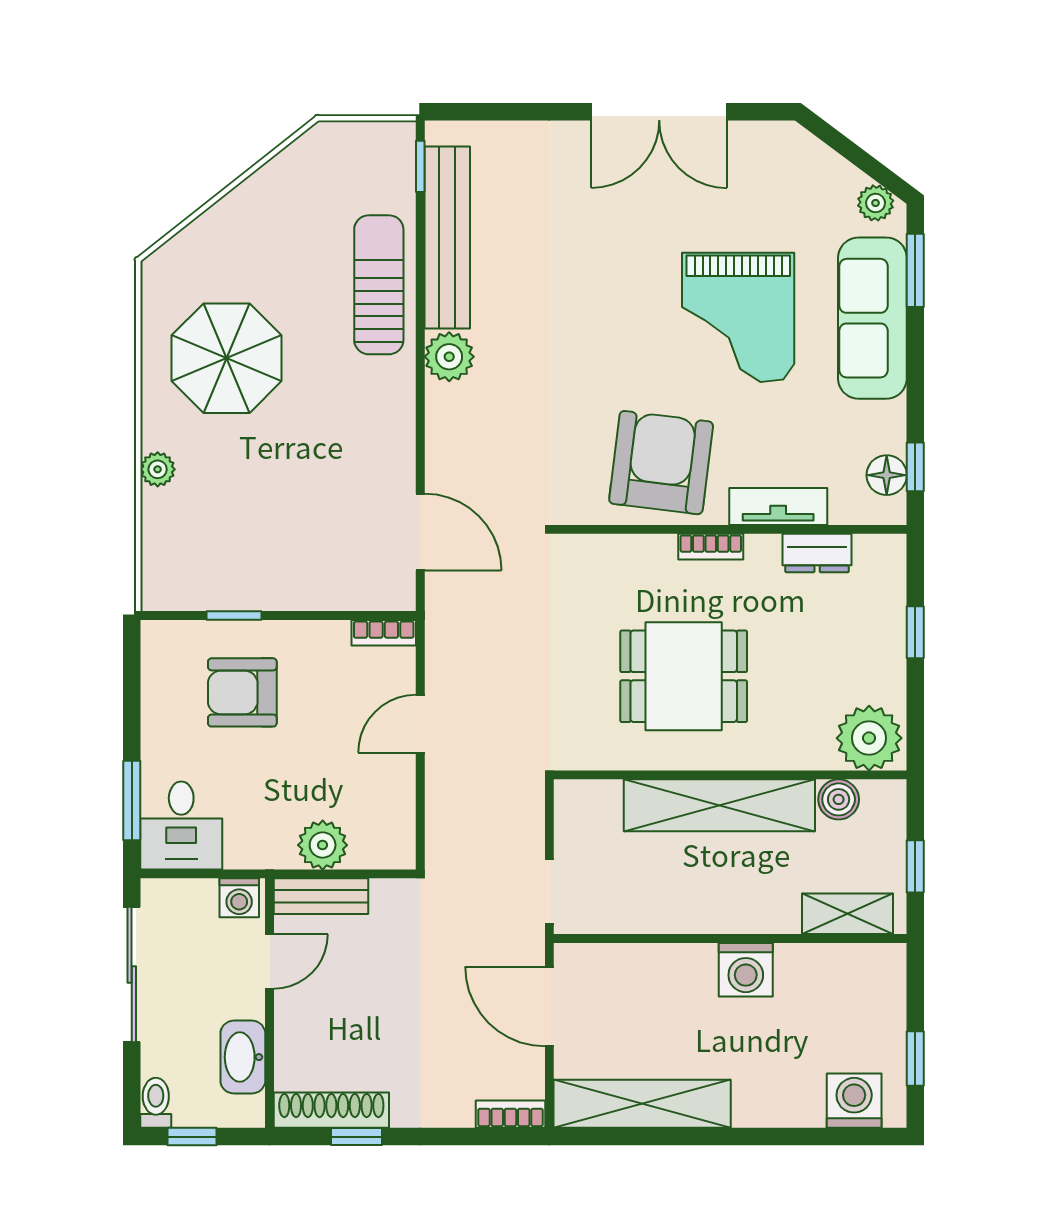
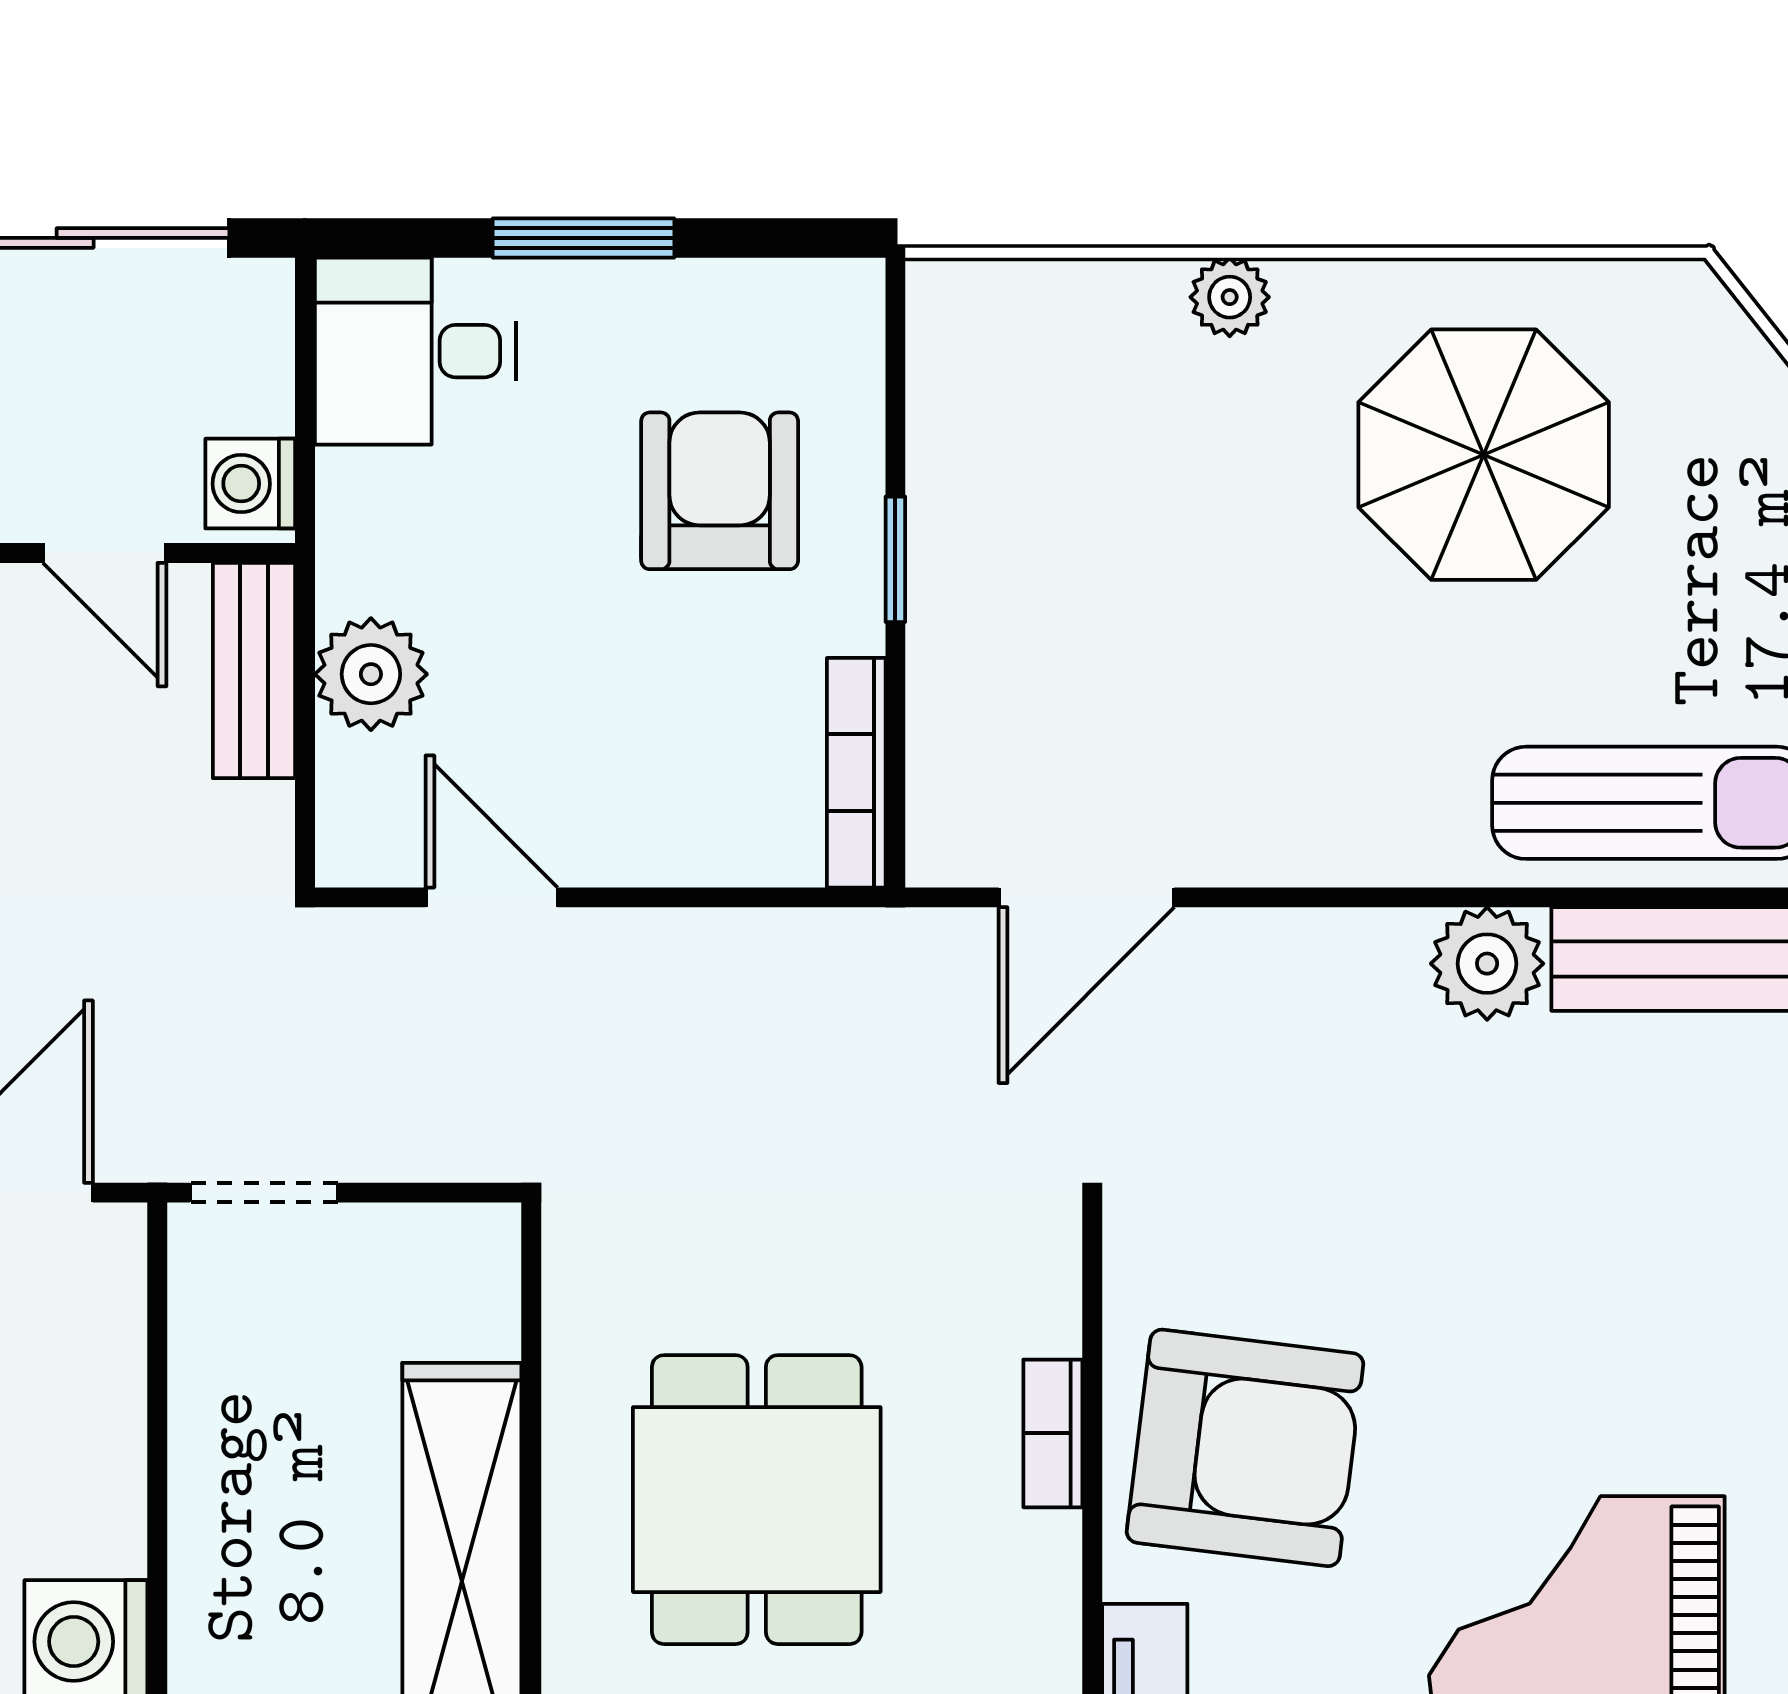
bookcase: (711, 547) -> (1053, 1433), moved
window: (234, 616) -> (895, 559), moved
bookcase: (384, 633) -> (856, 773), width x1.56
door: (420, 724) -> (492, 897), moved
window: (132, 800) -> (584, 238), moved

